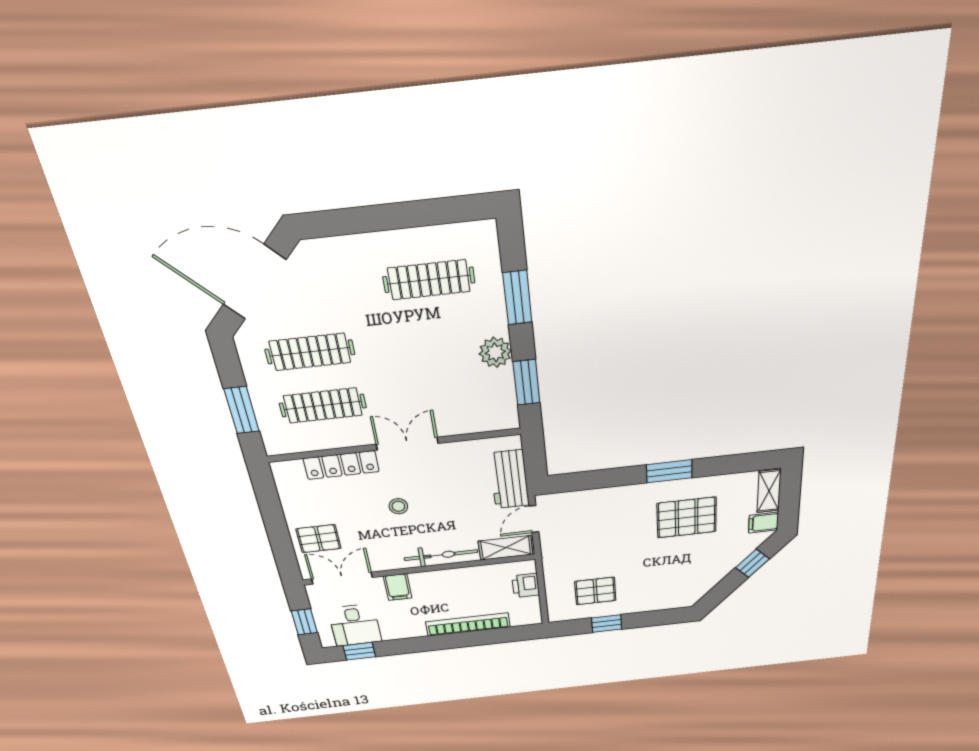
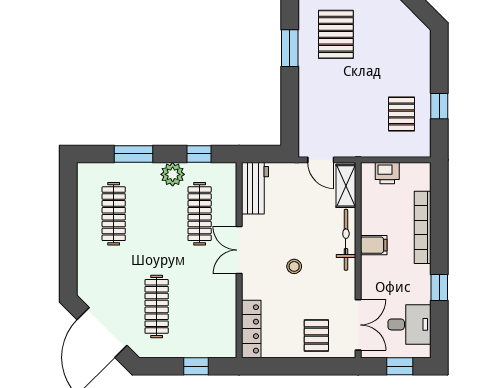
window: (526, 382) -> (199, 154), width x0.67
clothes rail: (323, 406) -> (200, 214), moved
window: (242, 410) -> (196, 366), width x0.67
locker: (341, 465) -> (251, 329), moved
workbench: (509, 479) -> (255, 188), moved, turned -90
double door: (342, 578) -> (358, 325), swing flipped
filing cabinet: (398, 587) -> (374, 245), moved
window: (359, 651) -> (439, 288), moved

